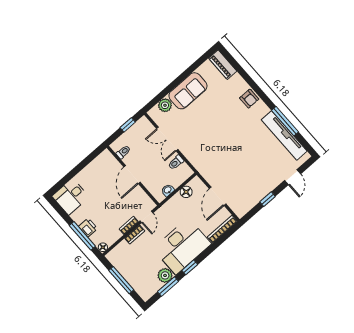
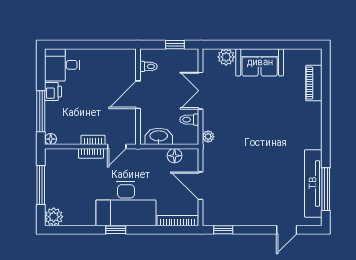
piano: (223, 65) -> (314, 83), moved
armchair: (249, 99) -> (311, 120), removed
window: (285, 121) -> (326, 189), moved
plant: (196, 163) -> (208, 137), added
washbasin: (168, 190) -> (159, 136), width x1.91, depth x1.45
door: (218, 196) -> (200, 186), hinge flipped
window: (268, 199) -> (223, 230), moved
printer: (88, 227) -> (53, 92), moved
plant: (165, 275) -> (54, 217), moved
window: (168, 287) -> (79, 230), removed

